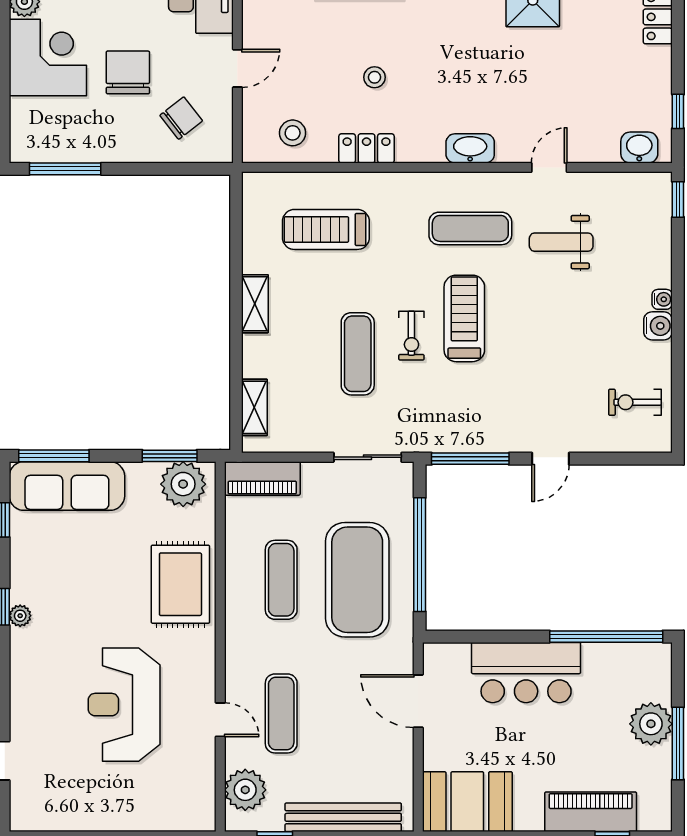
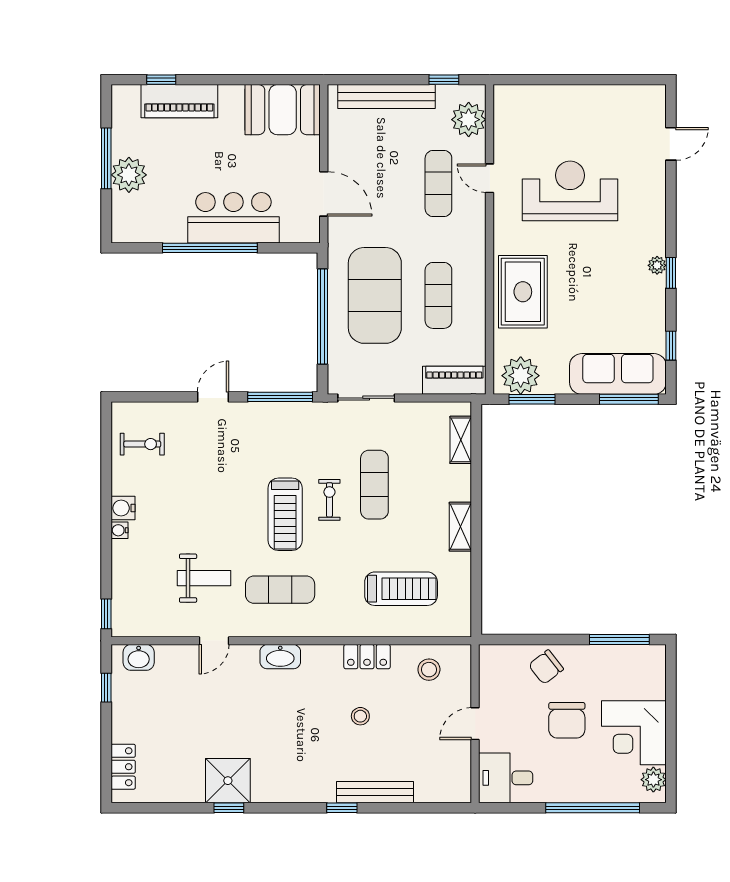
chair: (181, 118) -> (546, 667), moved
window: (606, 637) -> (210, 248), moved
reception desk: (124, 705) -> (570, 191), turned -90

